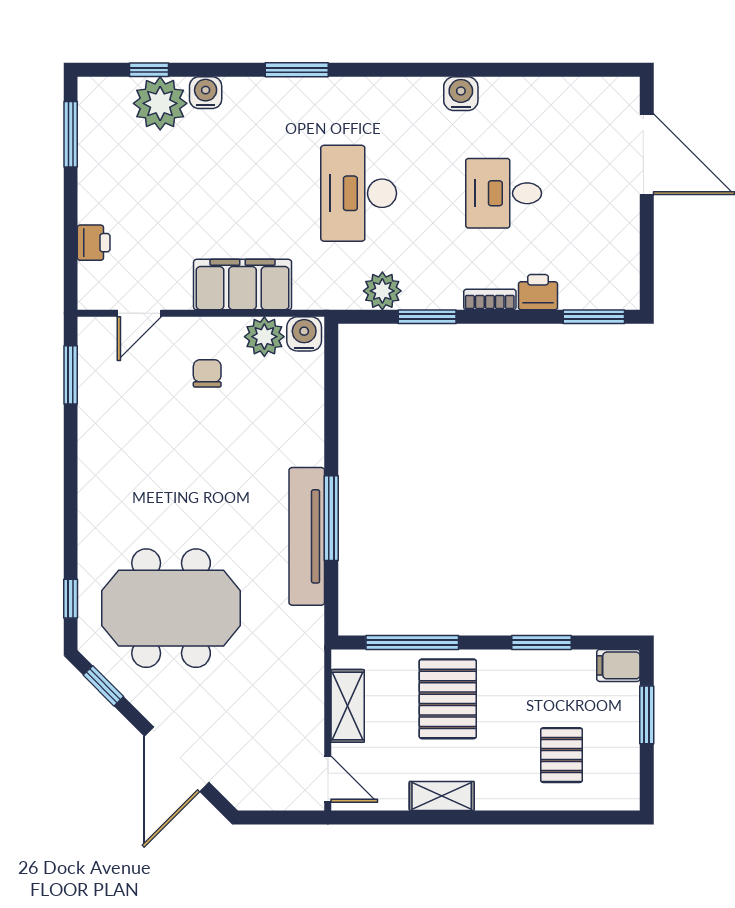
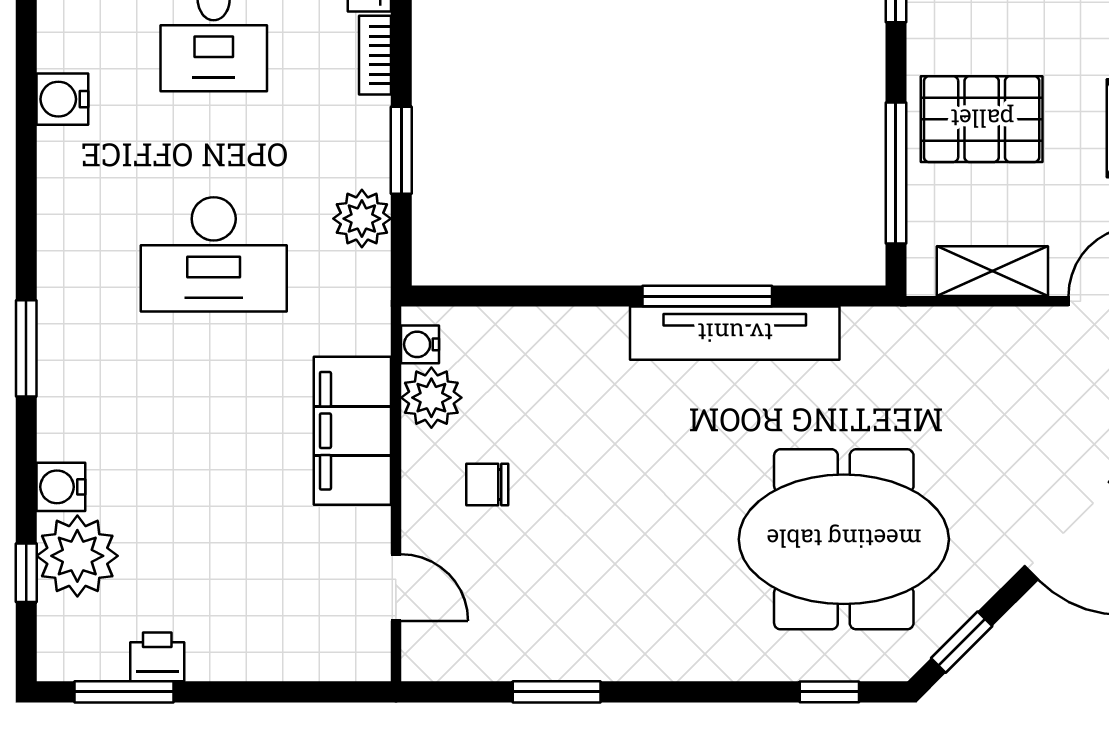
printer: (94, 243) -> (157, 657), moved
water cooler: (304, 334) -> (420, 344), width x0.72, depth x0.72
window: (71, 375) -> (557, 692), moved
meeting table: (171, 608) -> (844, 539), turned 90

